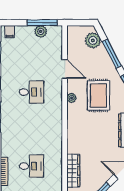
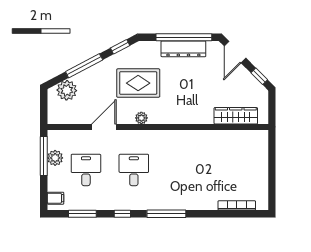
desk: (31, 166) -> (86, 170), moved

